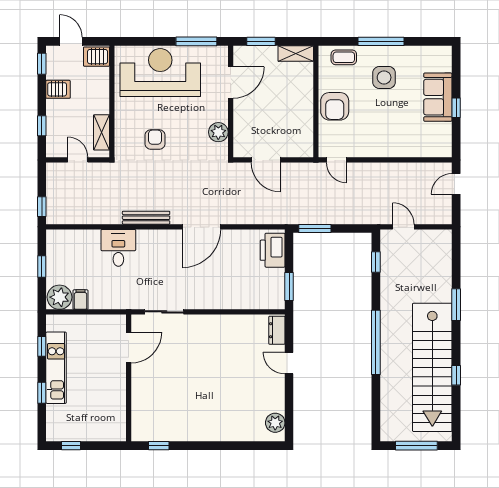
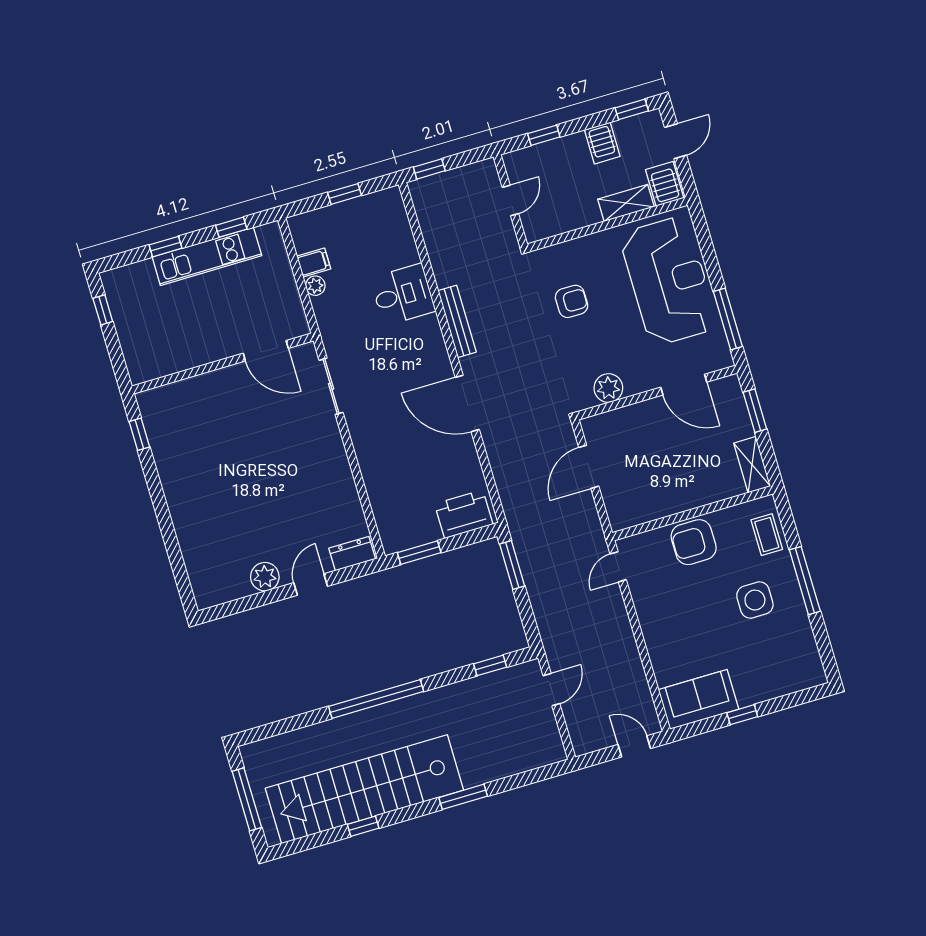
sofa: (438, 97) -> (699, 699), moved
shelving: (101, 132) -> (626, 203), moved
plant: (59, 297) -> (315, 286), moved, width x0.53, depth x0.53
plant: (275, 423) -> (265, 577), moved

